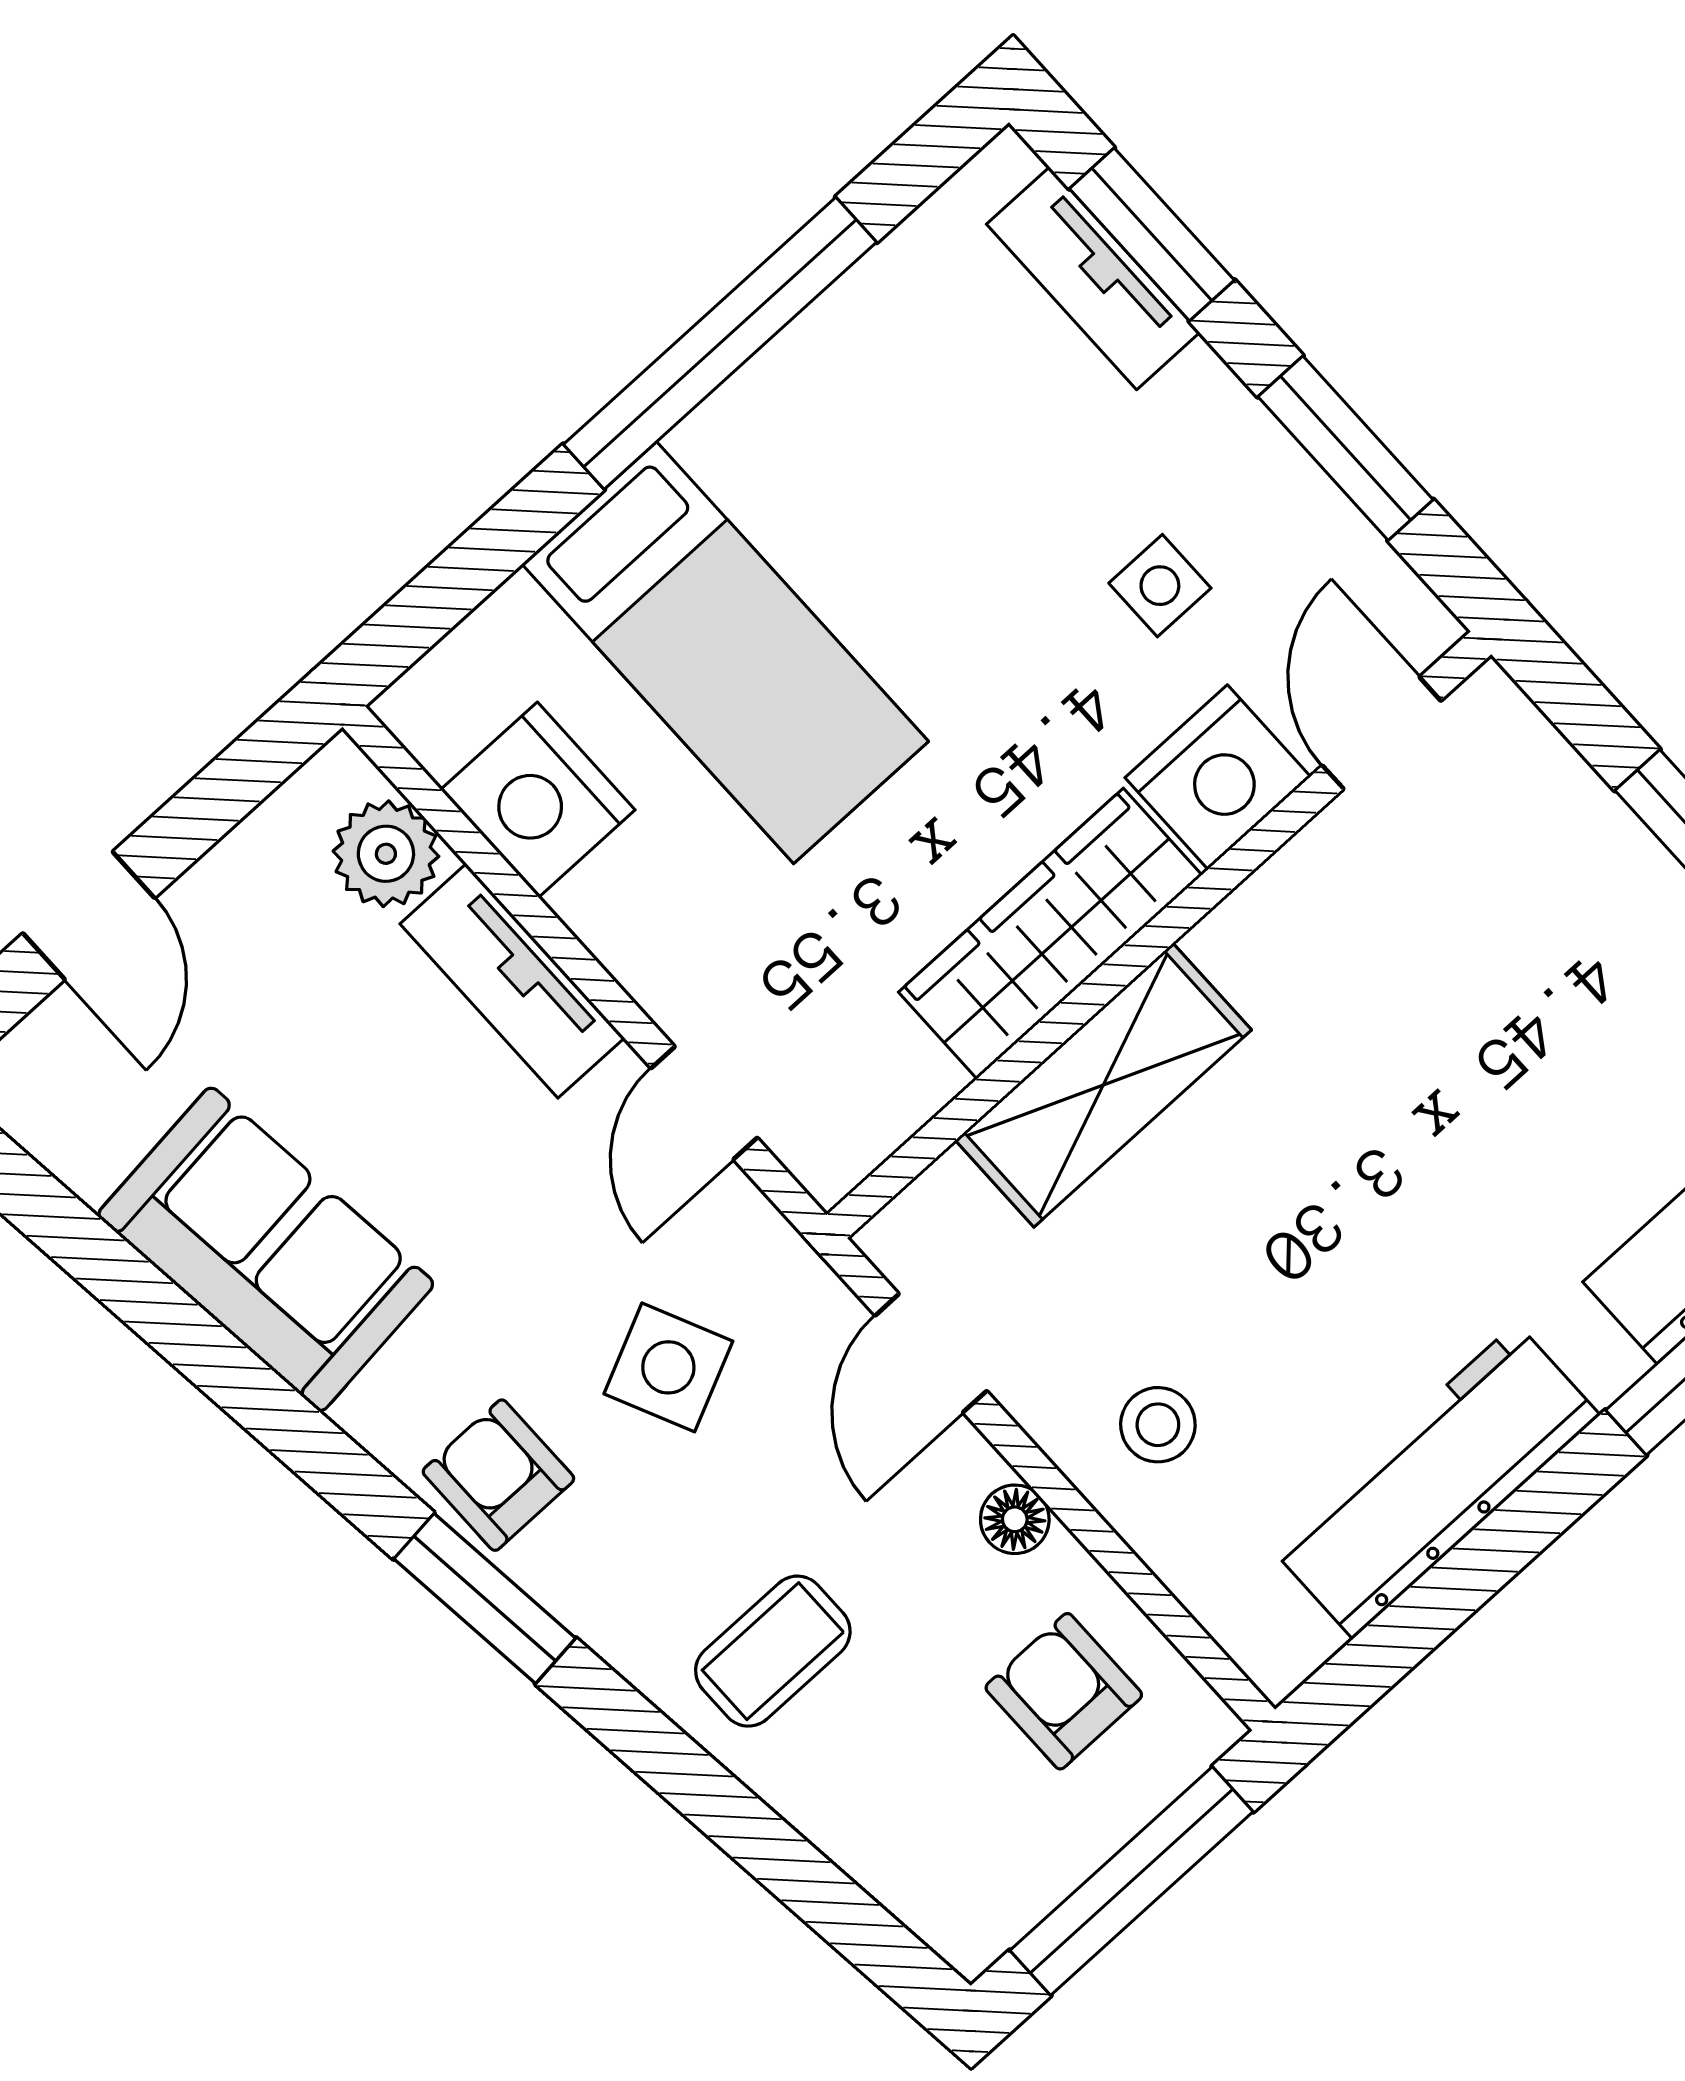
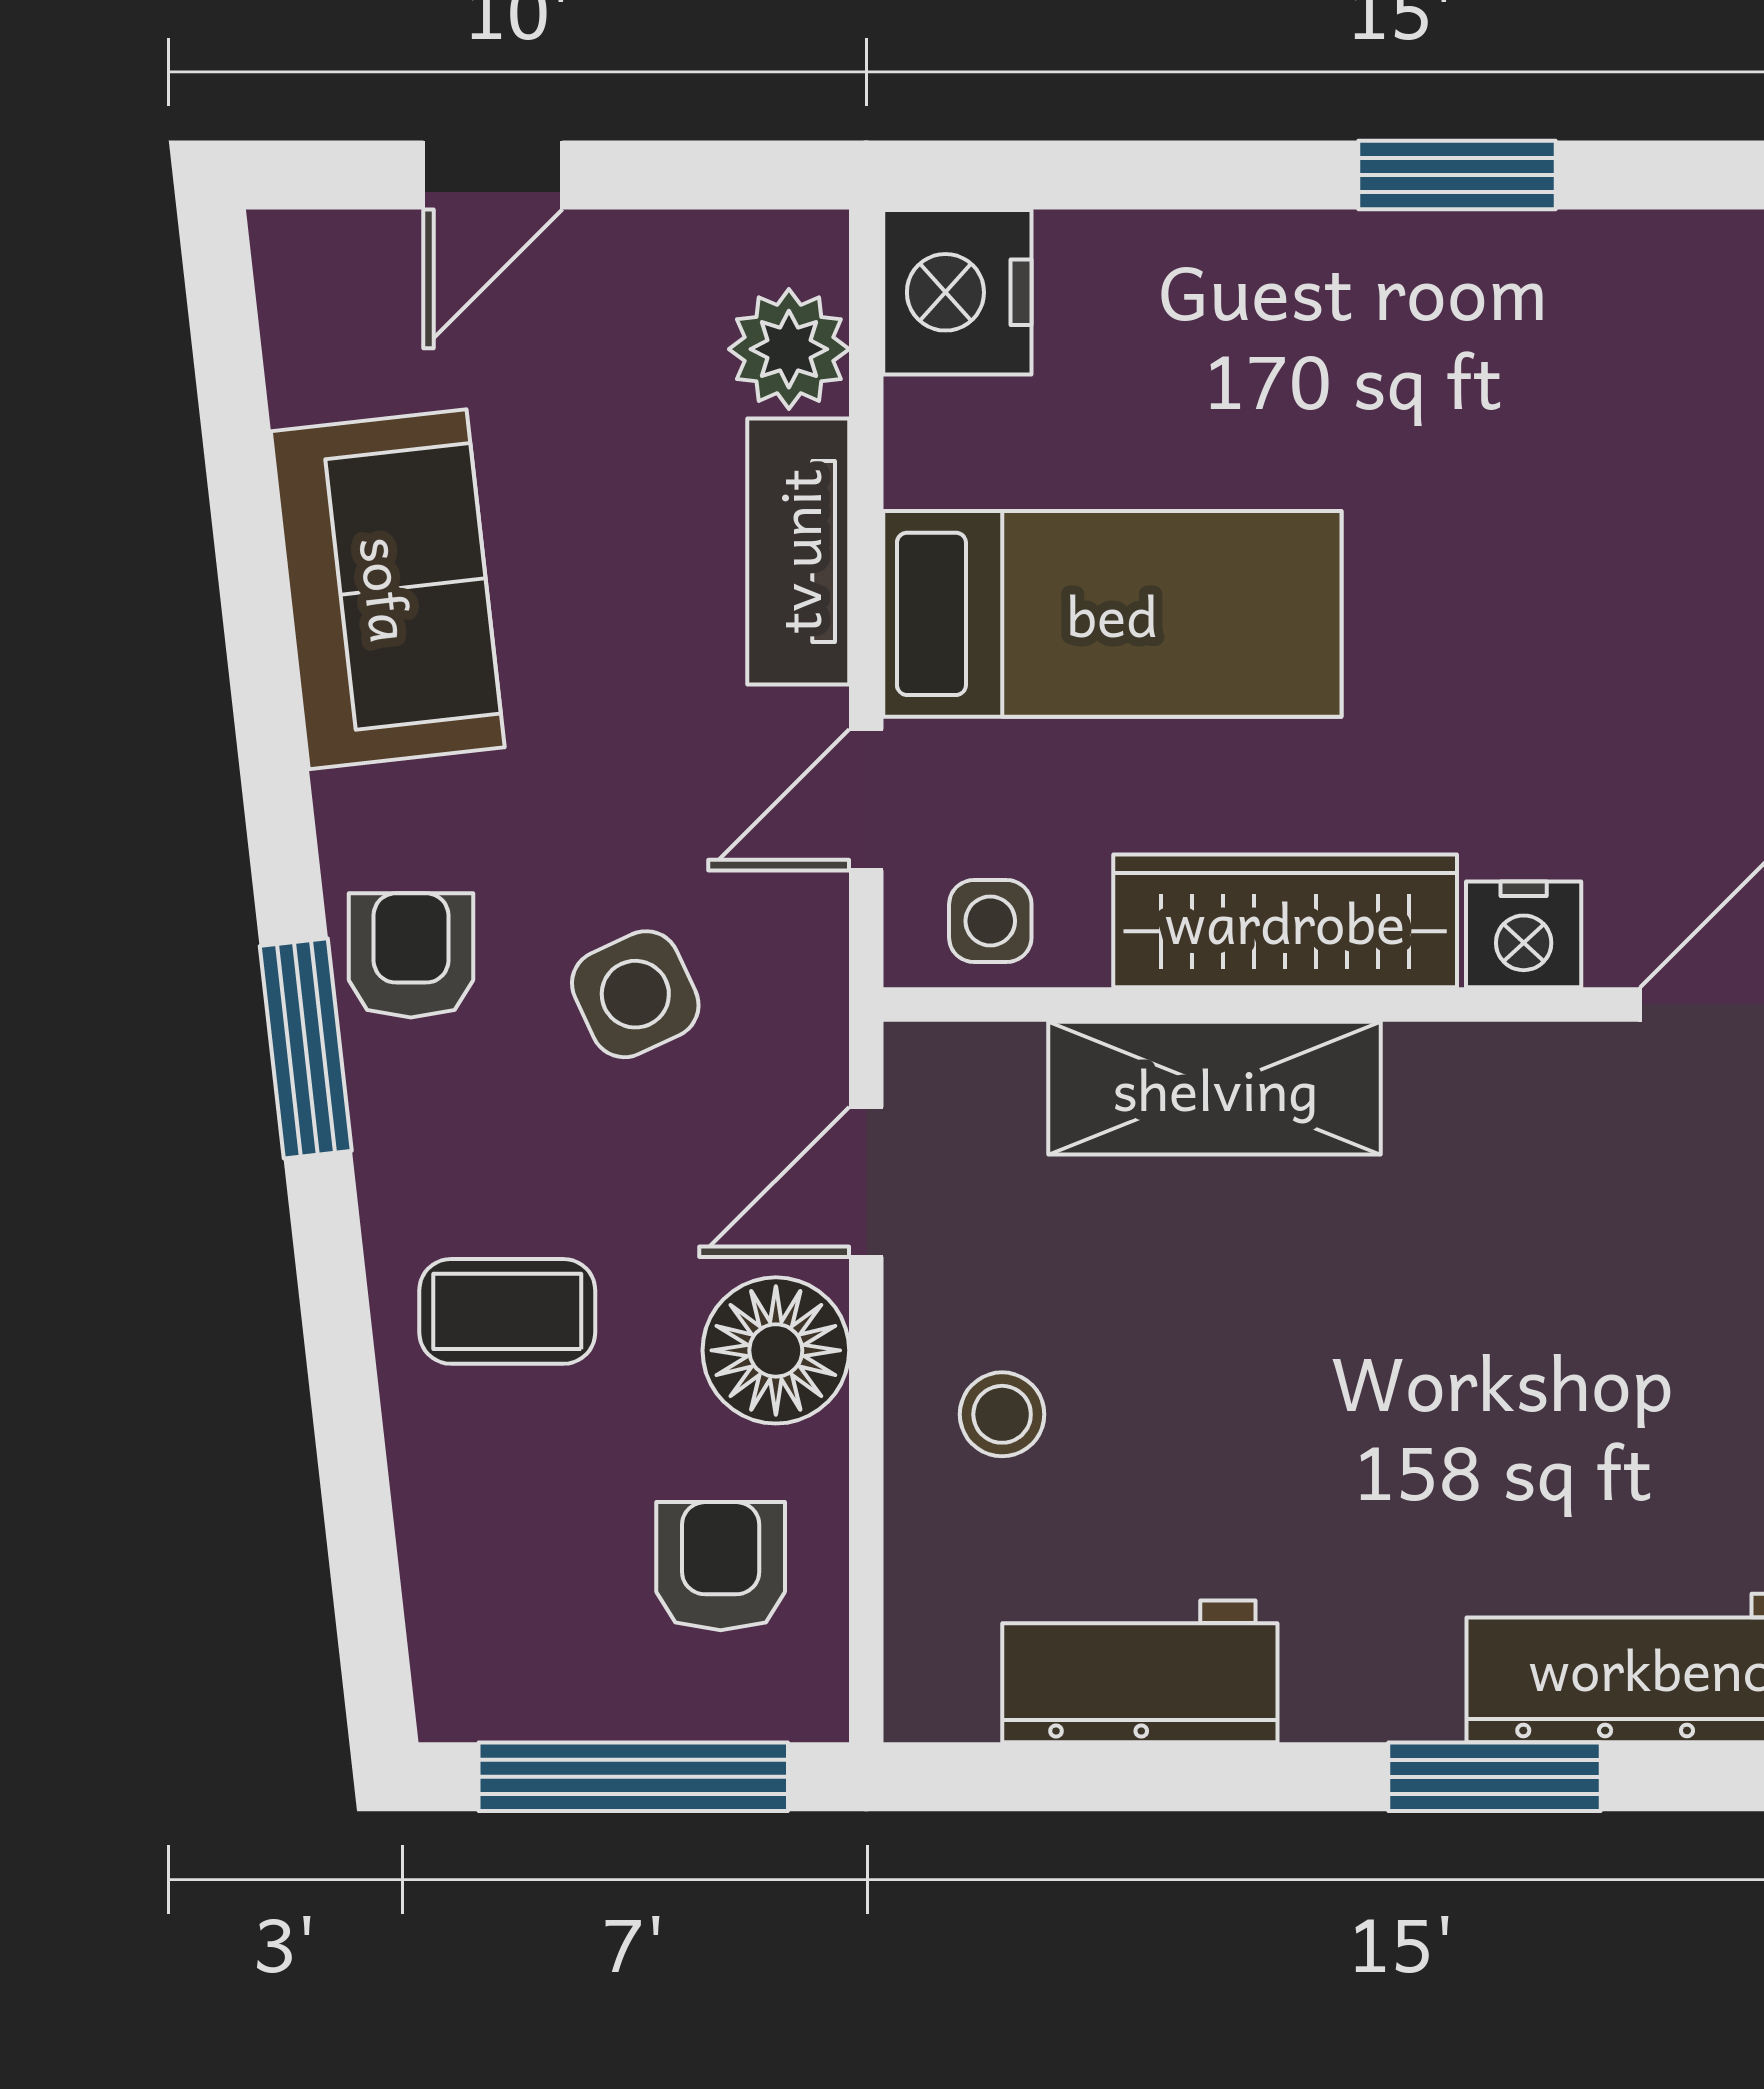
window: (720, 343) -> (1457, 175), width x0.47
side table: (1160, 586) -> (990, 921), moved
bed: (725, 653) -> (1112, 614), moved, turned -90
nightstand: (1218, 777) -> (1524, 934), width x0.74, depth x0.75
nightstand: (538, 800) -> (957, 292), moved
workbench: (1435, 1481) -> (1140, 1671), width x0.73
floor lamp: (1015, 1519) -> (776, 1350), width x1.89, depth x1.89

